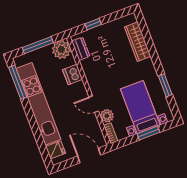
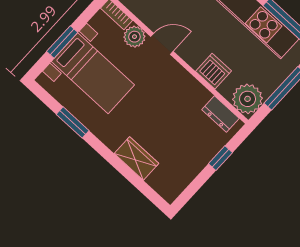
wardrobe: (138, 42) -> (137, 158), width x0.67

